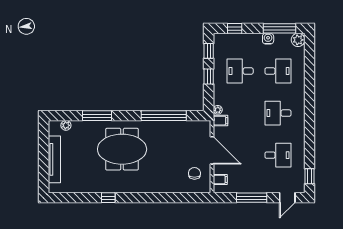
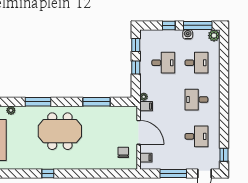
window: (235, 28) -> (169, 25), moved
desk: (240, 71) -> (163, 63), turned 180
window: (164, 116) -> (96, 102), width x0.68

